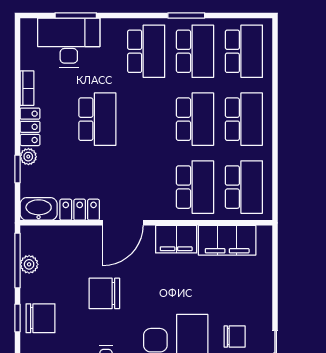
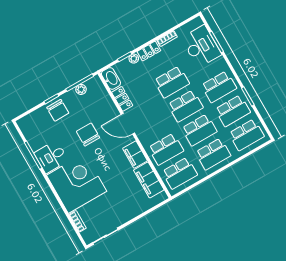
school desk: (146, 119) -> (185, 106), added
chair: (235, 336) -> (104, 211), removed

